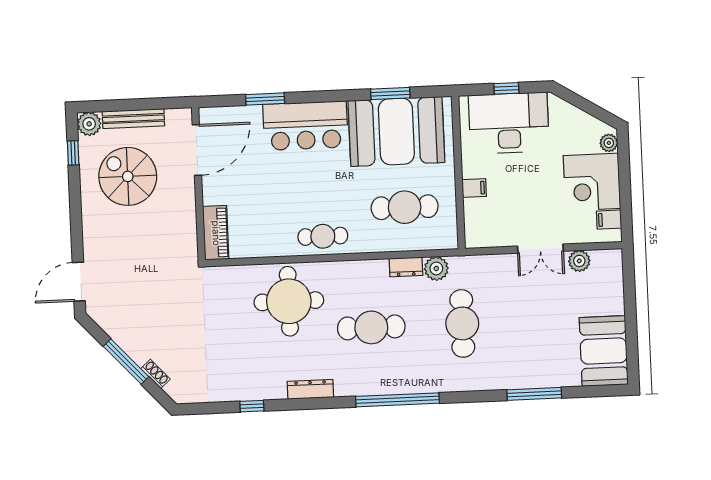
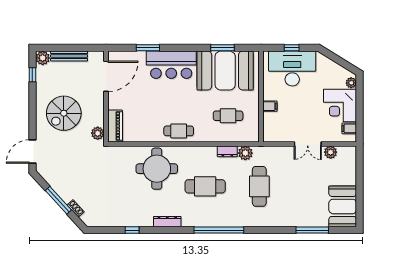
spiral stairs: (128, 176) -> (64, 113), moved, turned -90
cafe table: (405, 207) -> (228, 116), width x0.73, depth x0.74
plant: (187, 246) -> (98, 133), added
window: (534, 394) -> (312, 230), moved

